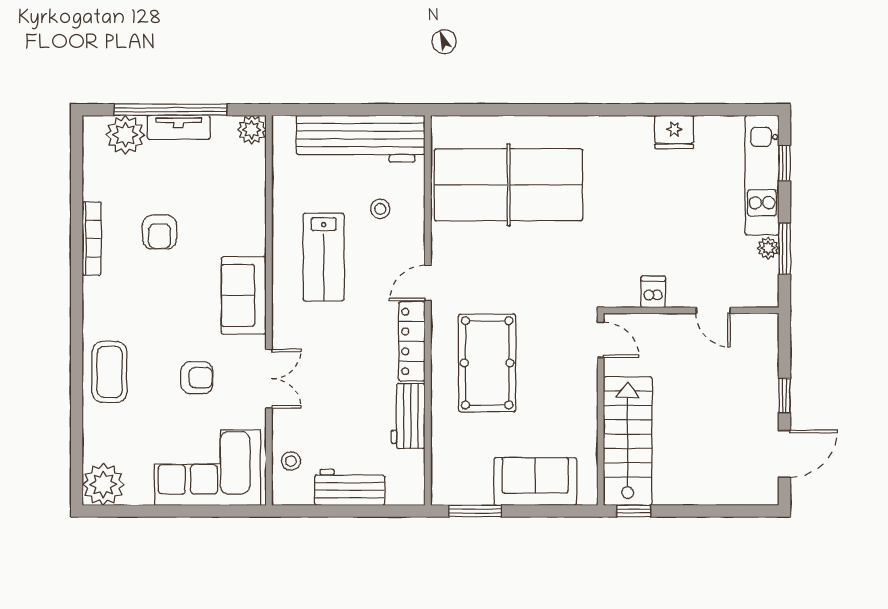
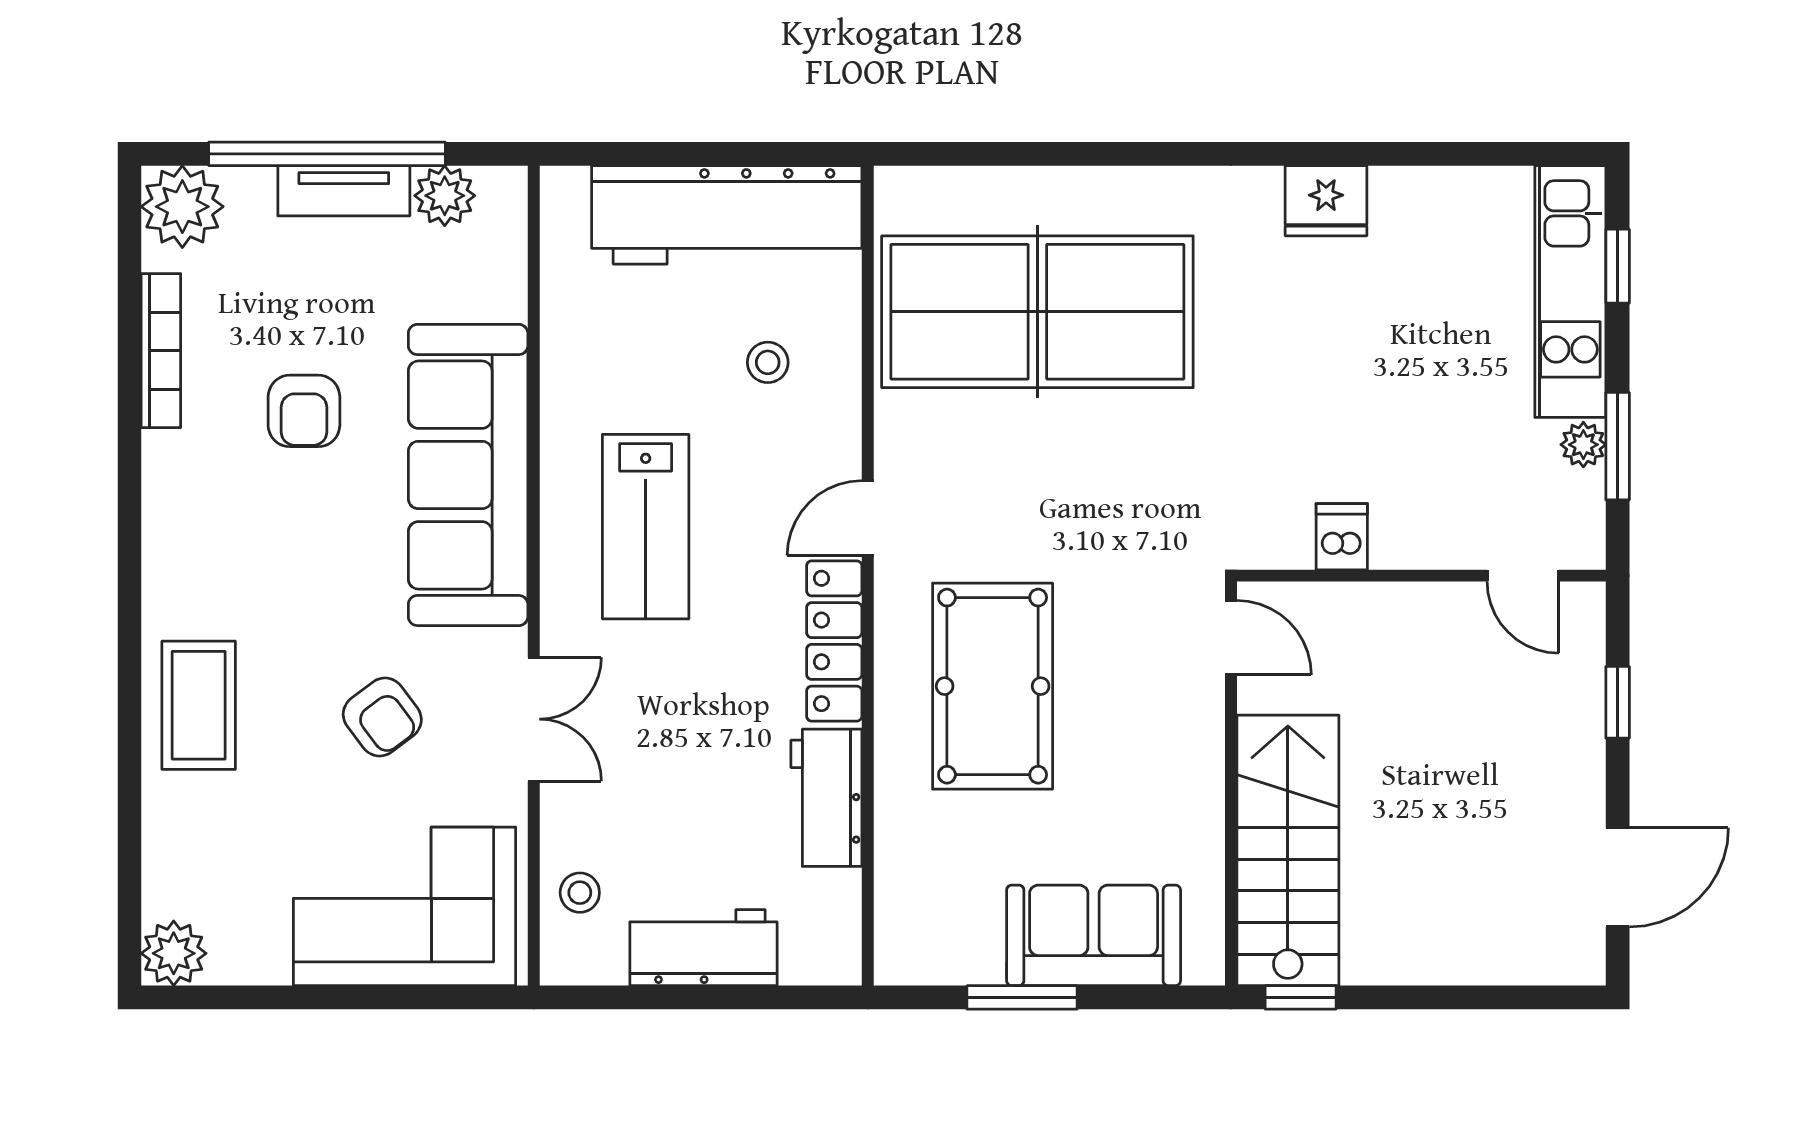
plant: (252, 130) -> (445, 196), moved
fridge: (674, 132) -> (1326, 201), moved
plant: (125, 135) -> (182, 207), moved
bookcase: (92, 238) -> (161, 351), moved
lab bench: (324, 257) -> (646, 527), moved
sofa: (244, 295) -> (468, 475), width x1.85, depth x1.27
door: (713, 310) -> (1523, 576), moved
armchair: (197, 378) -> (382, 717), turned 53
window: (784, 396) -> (1618, 702), moved
plant: (103, 484) -> (174, 953), width x0.73, depth x0.73
window: (475, 511) -> (1022, 997), moved

